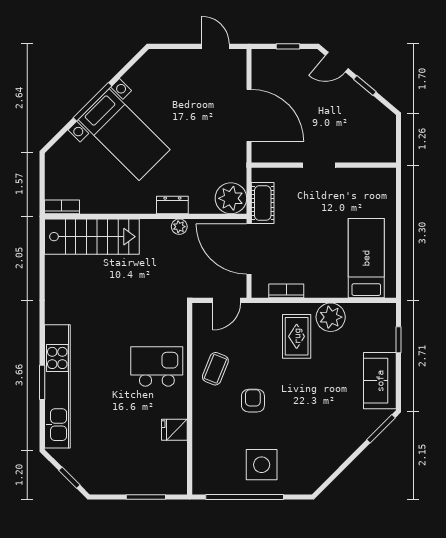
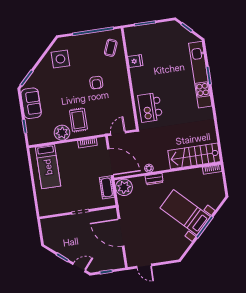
kitchen island: (157, 366) -> (150, 107), moved, turned 90
coffee table: (215, 369) -> (111, 48), moved
side table: (262, 465) -> (60, 59), moved

